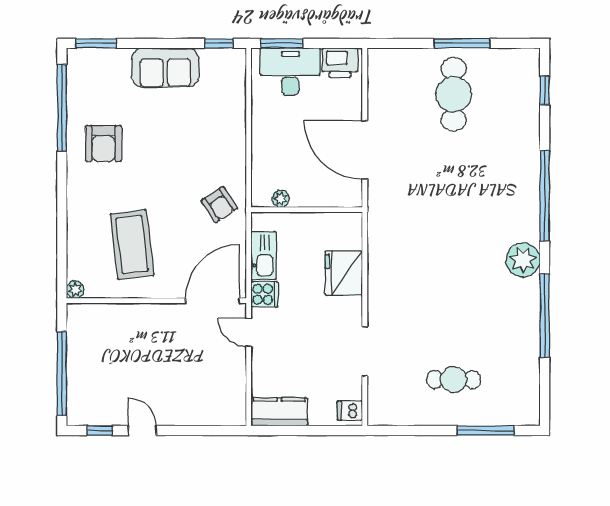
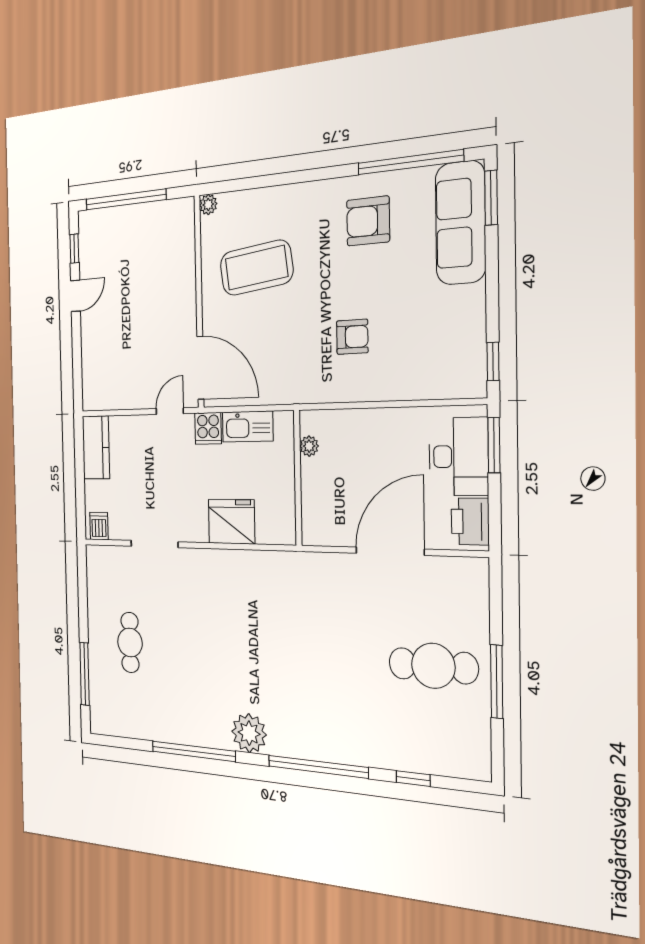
sofa: (165, 67) -> (461, 223), moved, width x1.36
window: (545, 90) -> (413, 779), moved
door: (365, 150) -> (390, 551), moved
armchair: (219, 205) -> (352, 337), moved, turned -146

